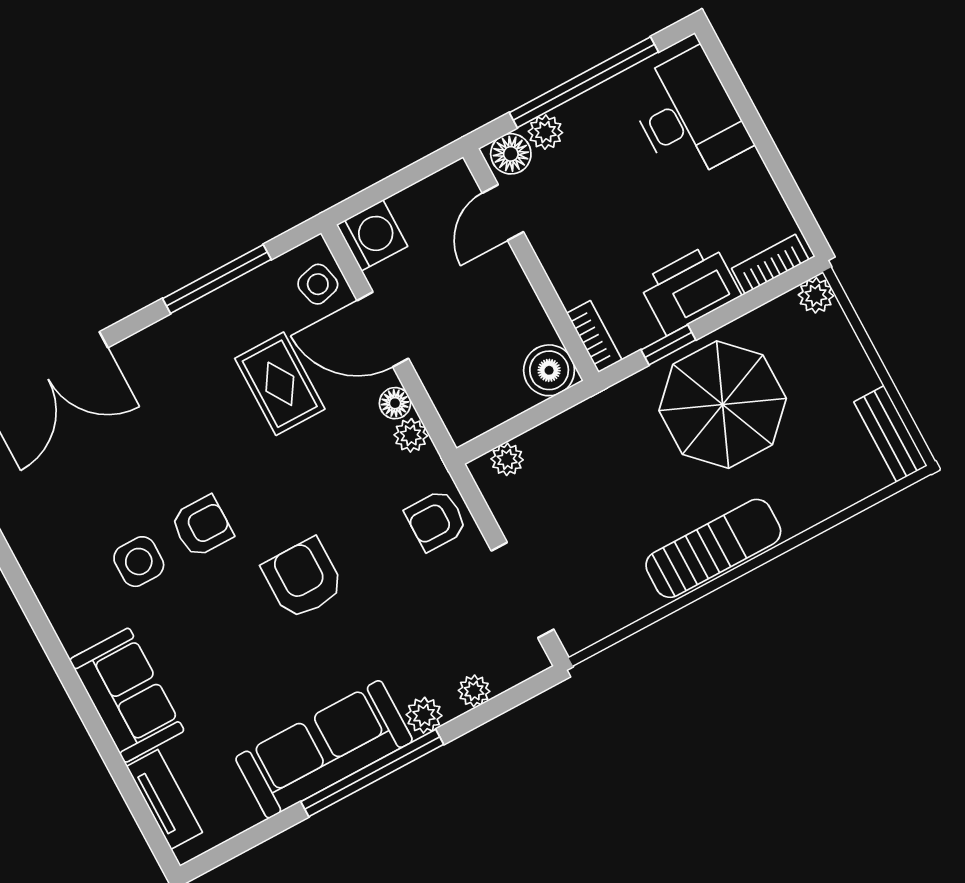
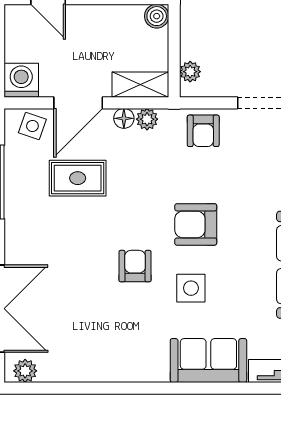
side table: (318, 284) -> (32, 126), turned 33
boiler: (549, 370) -> (157, 16), width x0.73, depth x0.73
shelving: (453, 401) -> (140, 85), added
side table: (139, 562) -> (191, 288), moved

